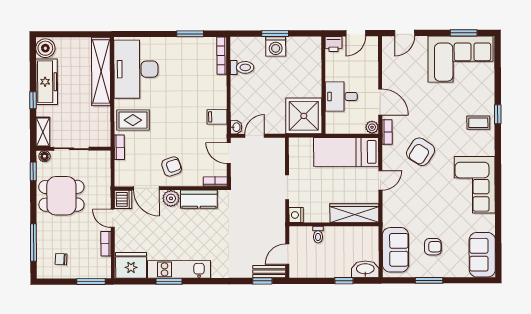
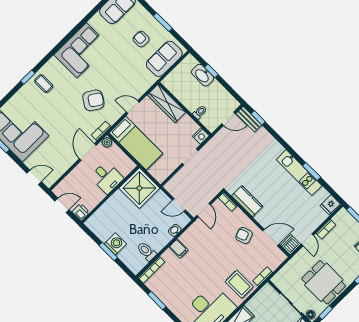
filing cabinet: (217, 117) -> (179, 248), moved
washbasin: (236, 127) -> (175, 230), moved
door: (146, 188) -> (271, 238), hinge flipped
plant: (171, 198) -> (263, 218), removed
fridge: (131, 265) -> (330, 205), width x0.53, depth x0.75
washbasin: (365, 269) -> (203, 75), moved

